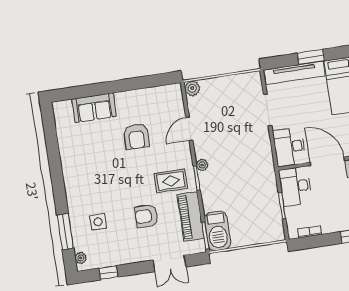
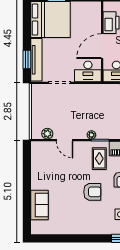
window: (311, 57) -> (27, 60), moved
plant: (192, 88) -> (47, 134), moved
armchair: (136, 137) -> (92, 192), moved

